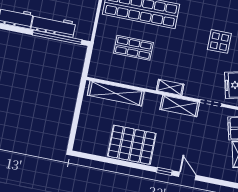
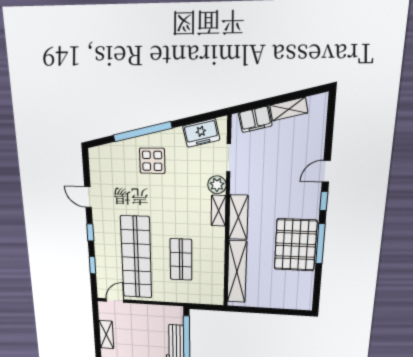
plant: (191, 90) -> (217, 185), added
shelving: (180, 106) -> (238, 217), moved
window: (130, 165) -> (320, 244), added

